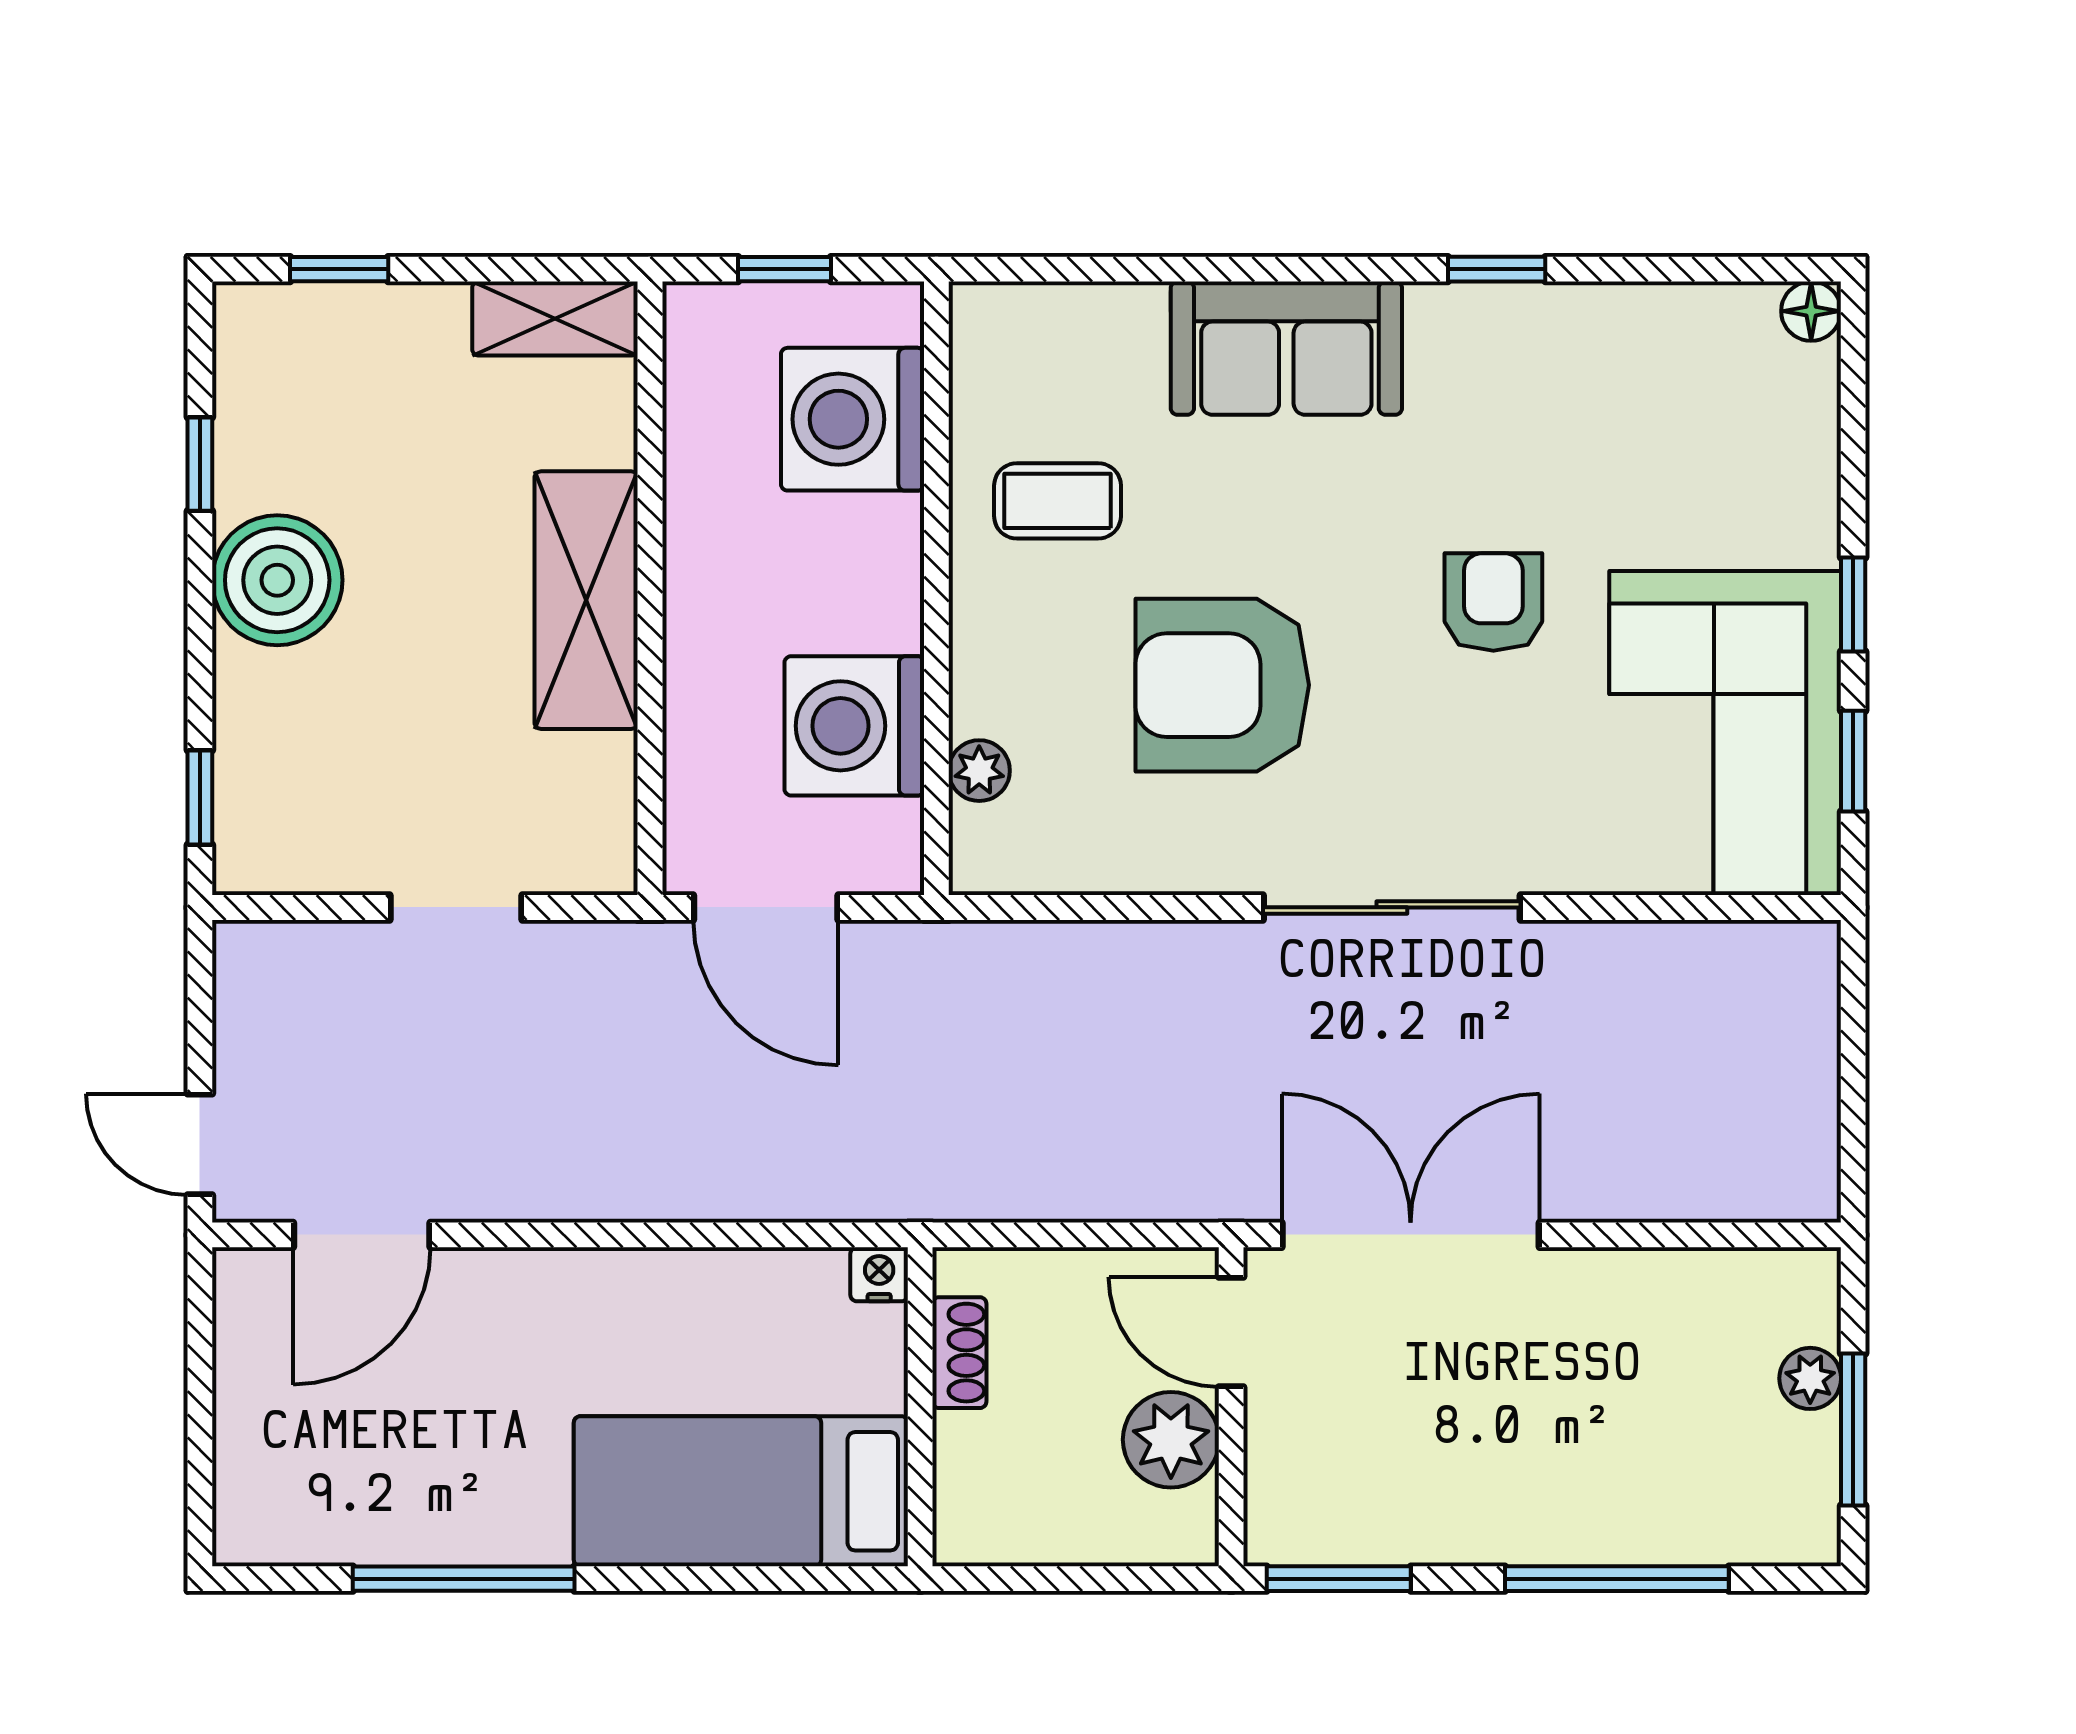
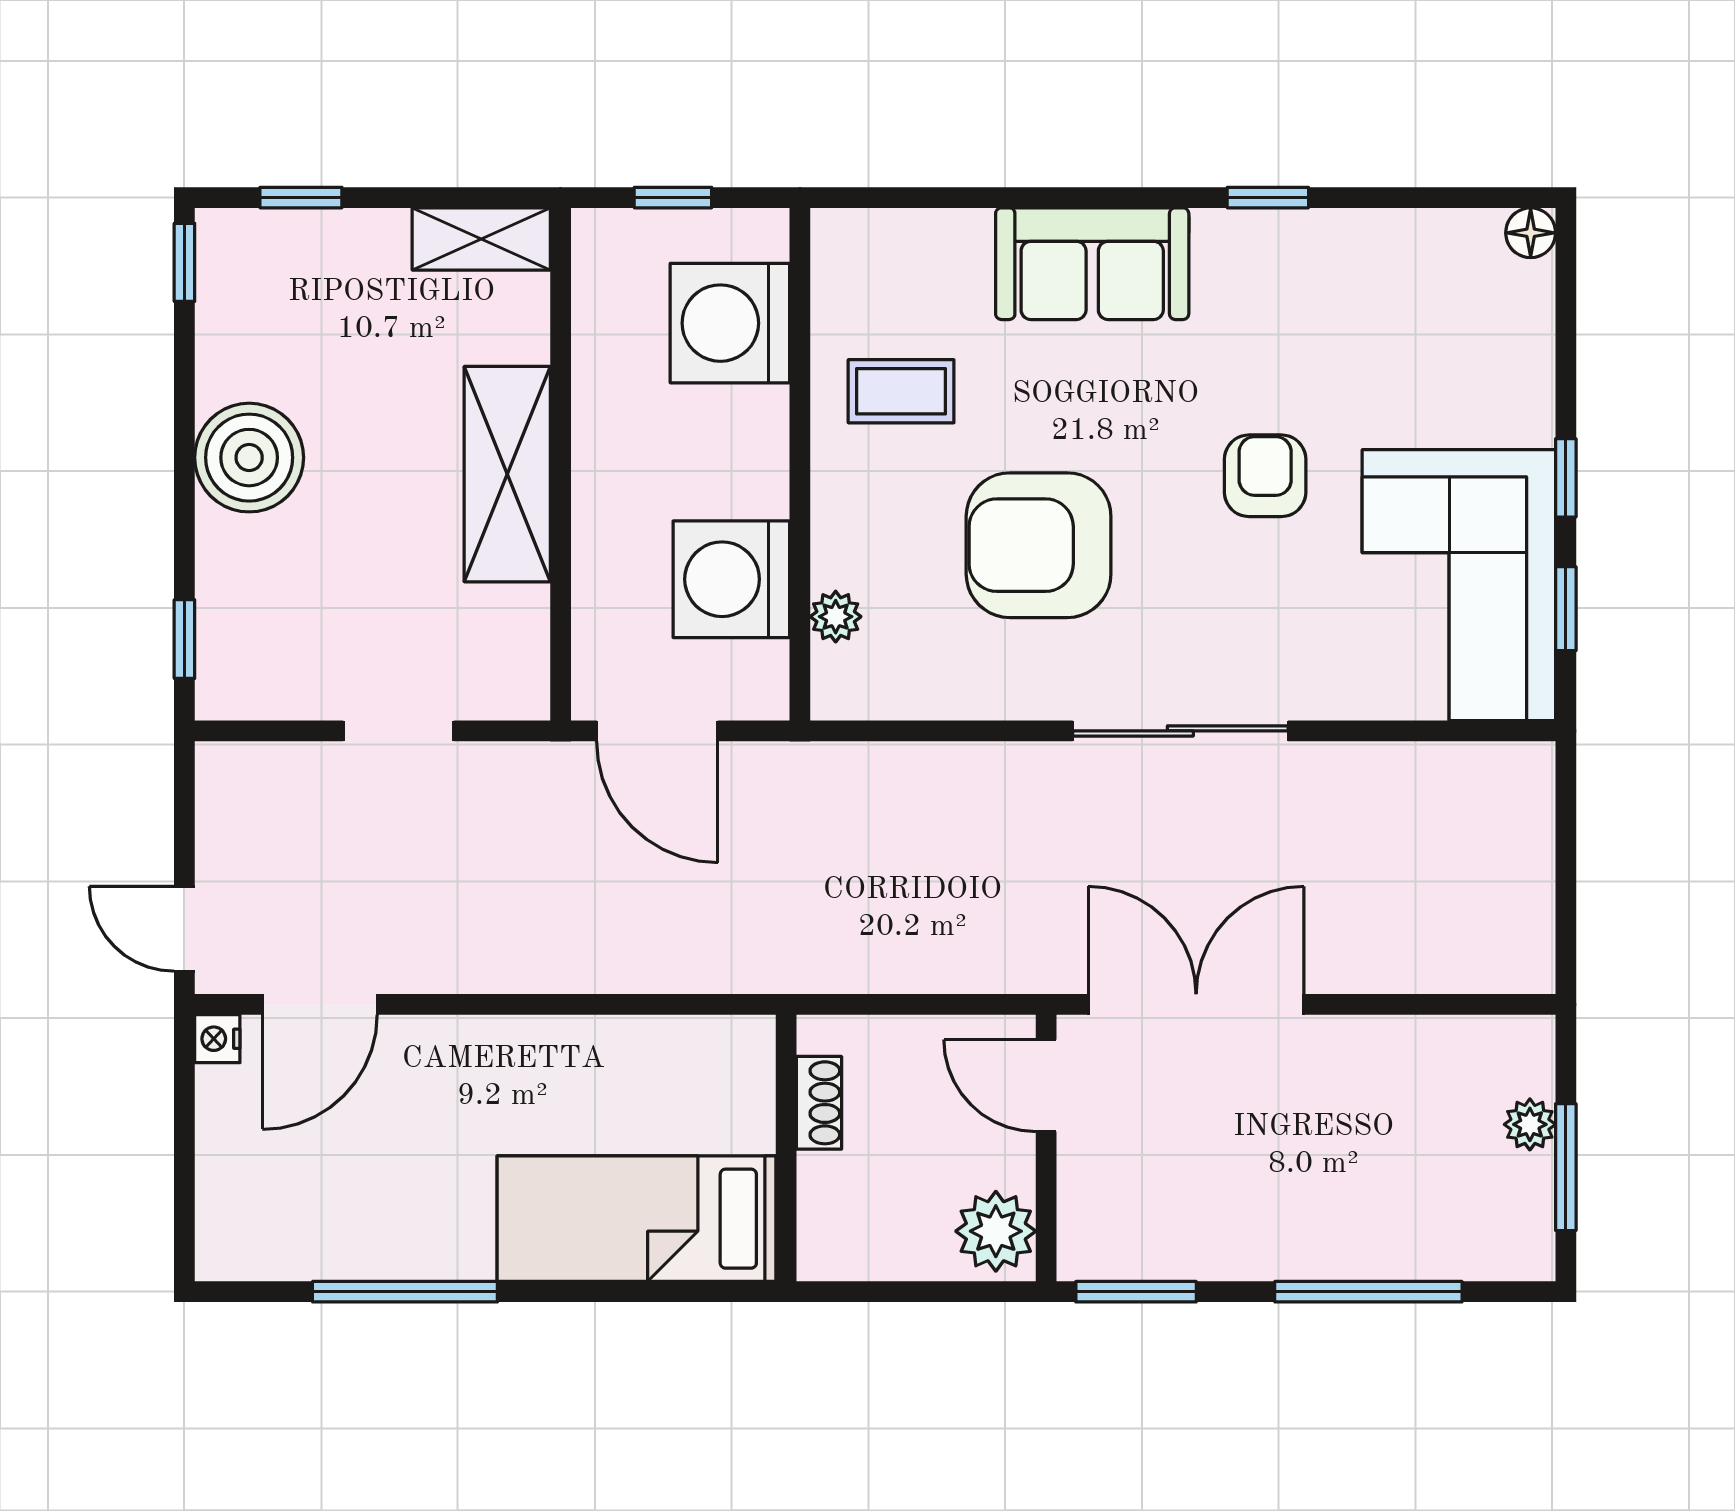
window: (200, 464) -> (184, 262), moved
nightstand: (879, 1274) -> (217, 1039), moved, turned -90
plant: (1171, 1440) -> (996, 1231), moved

